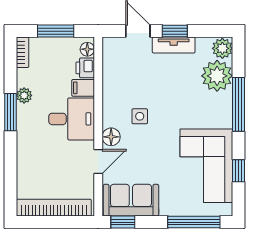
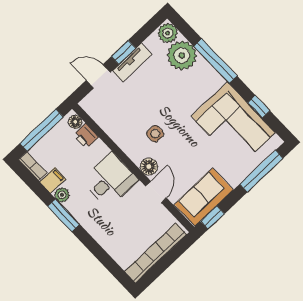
window: (56, 31) -> (42, 130), width x1.44
filing cabinet: (83, 88) -> (53, 180), moved, turned 180

